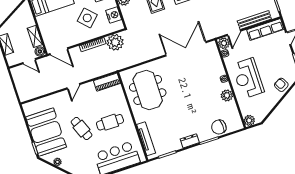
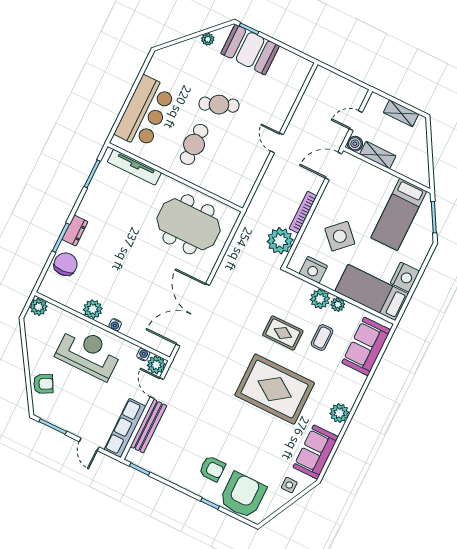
double door: (186, 49) -> (193, 315), swing flipped
piano: (107, 82) -> (244, 186), removed
booth: (46, 132) -> (250, 50), width x0.73, depth x0.70
dresser: (190, 141) -> (75, 230), moved

